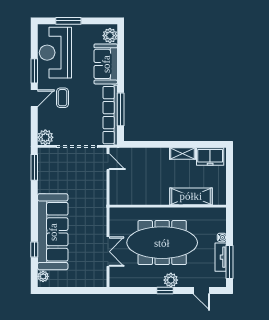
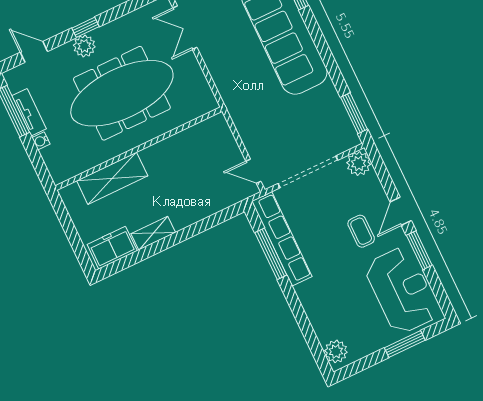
sofa: (106, 64) -> (323, 308), removed
double door: (108, 252) -> (185, 28), moved

